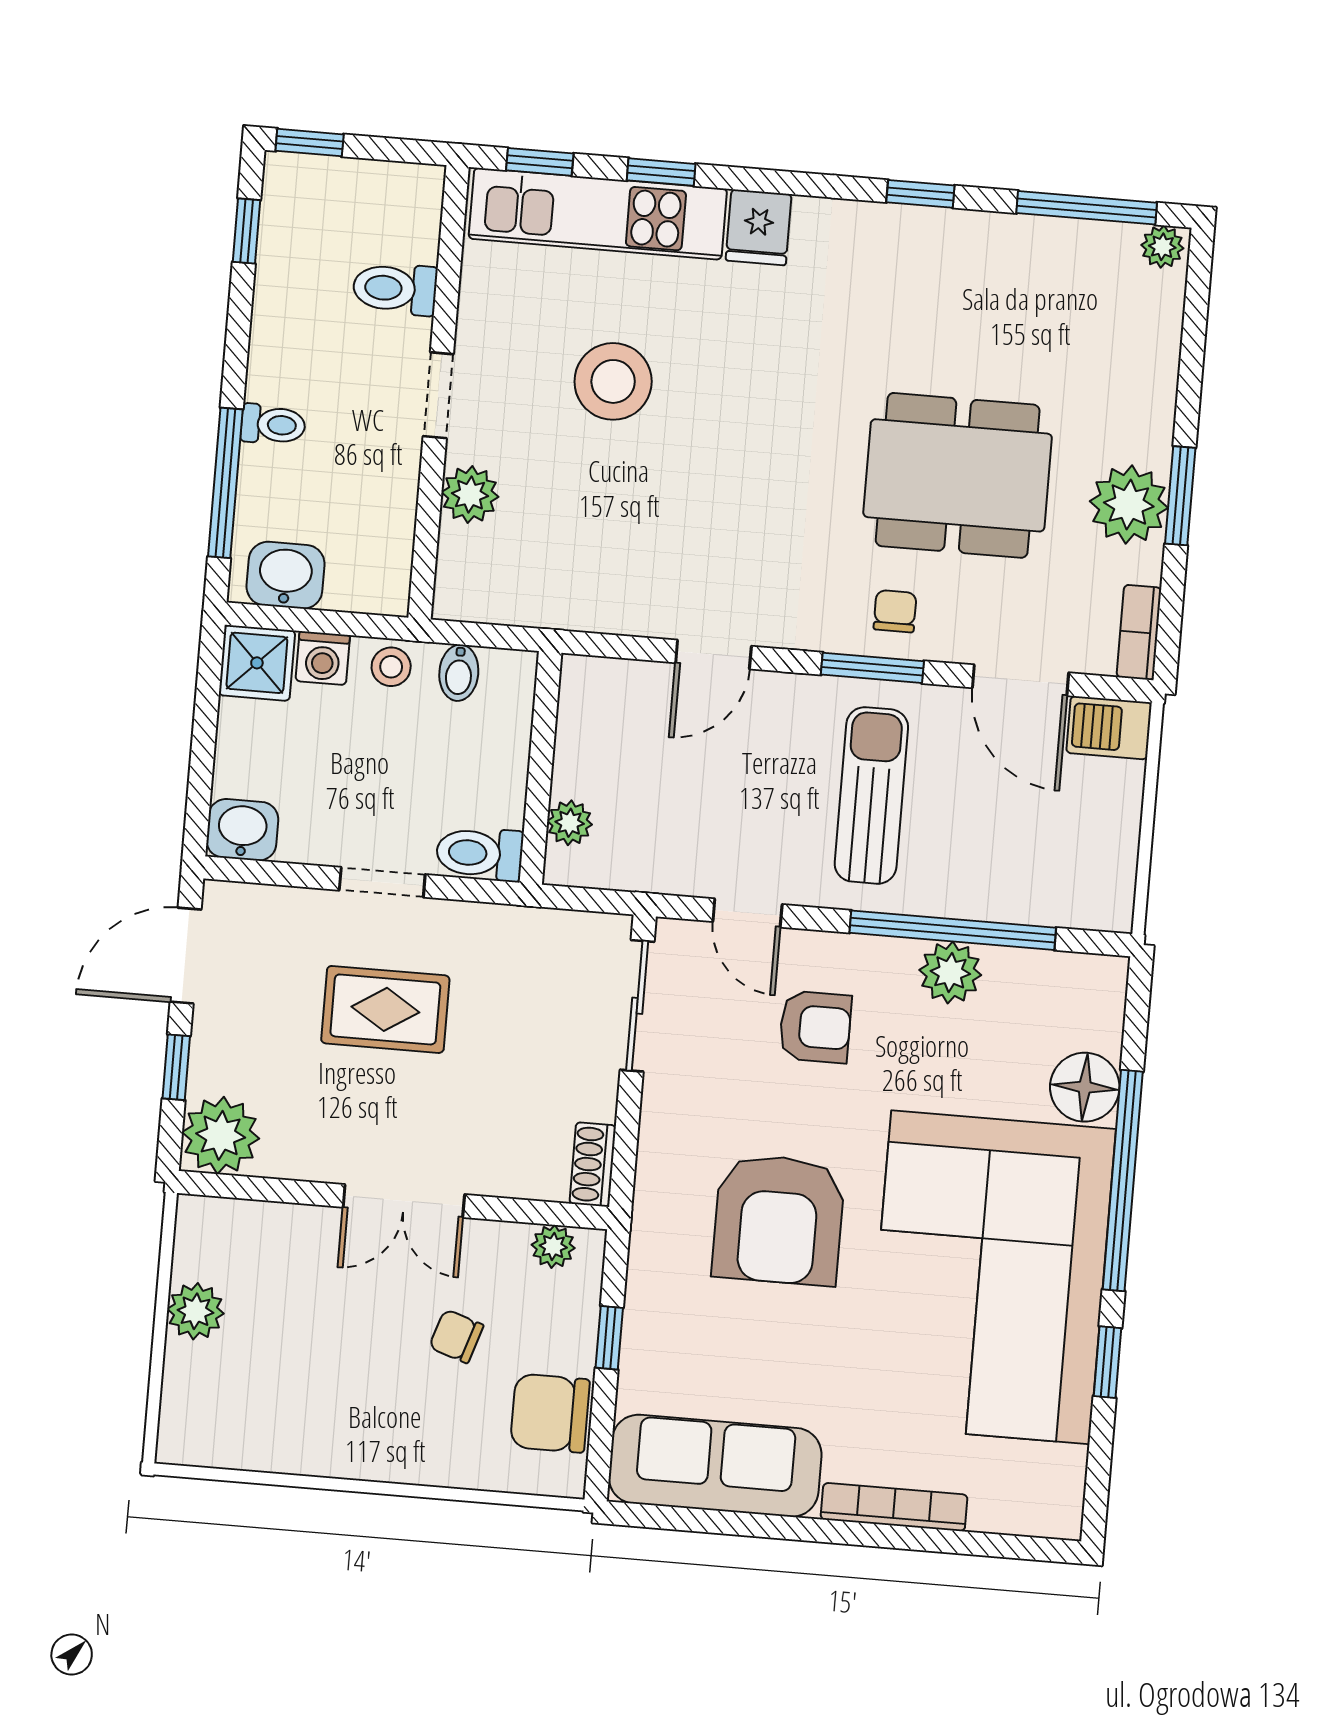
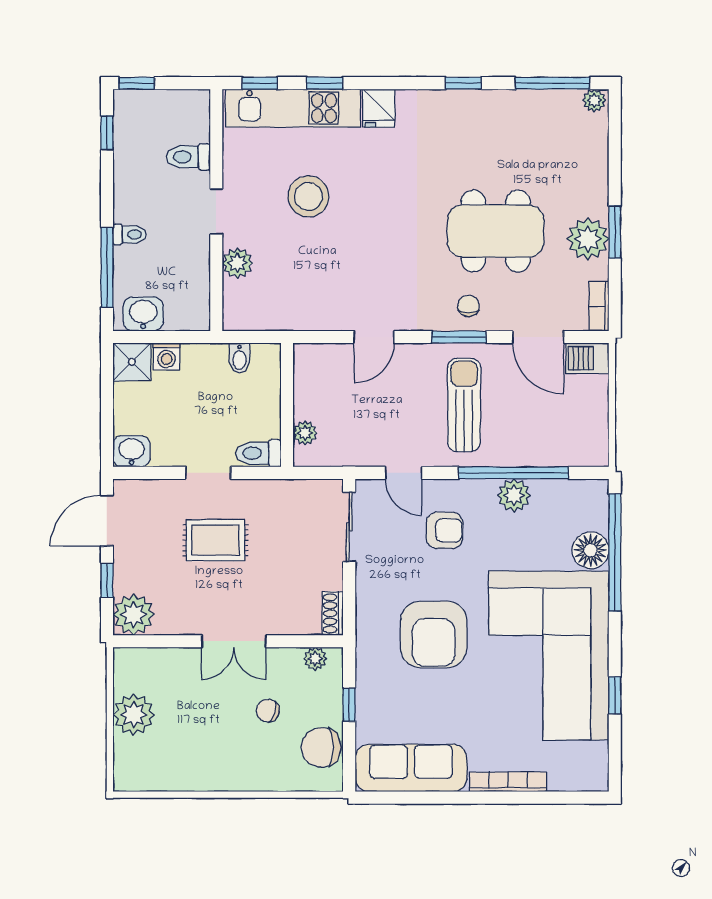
stool: (391, 667) -> (203, 358), removed
window: (1123, 1180) -> (615, 552), moved
plant: (195, 1311) -> (134, 715), width x1.36, depth x1.36

